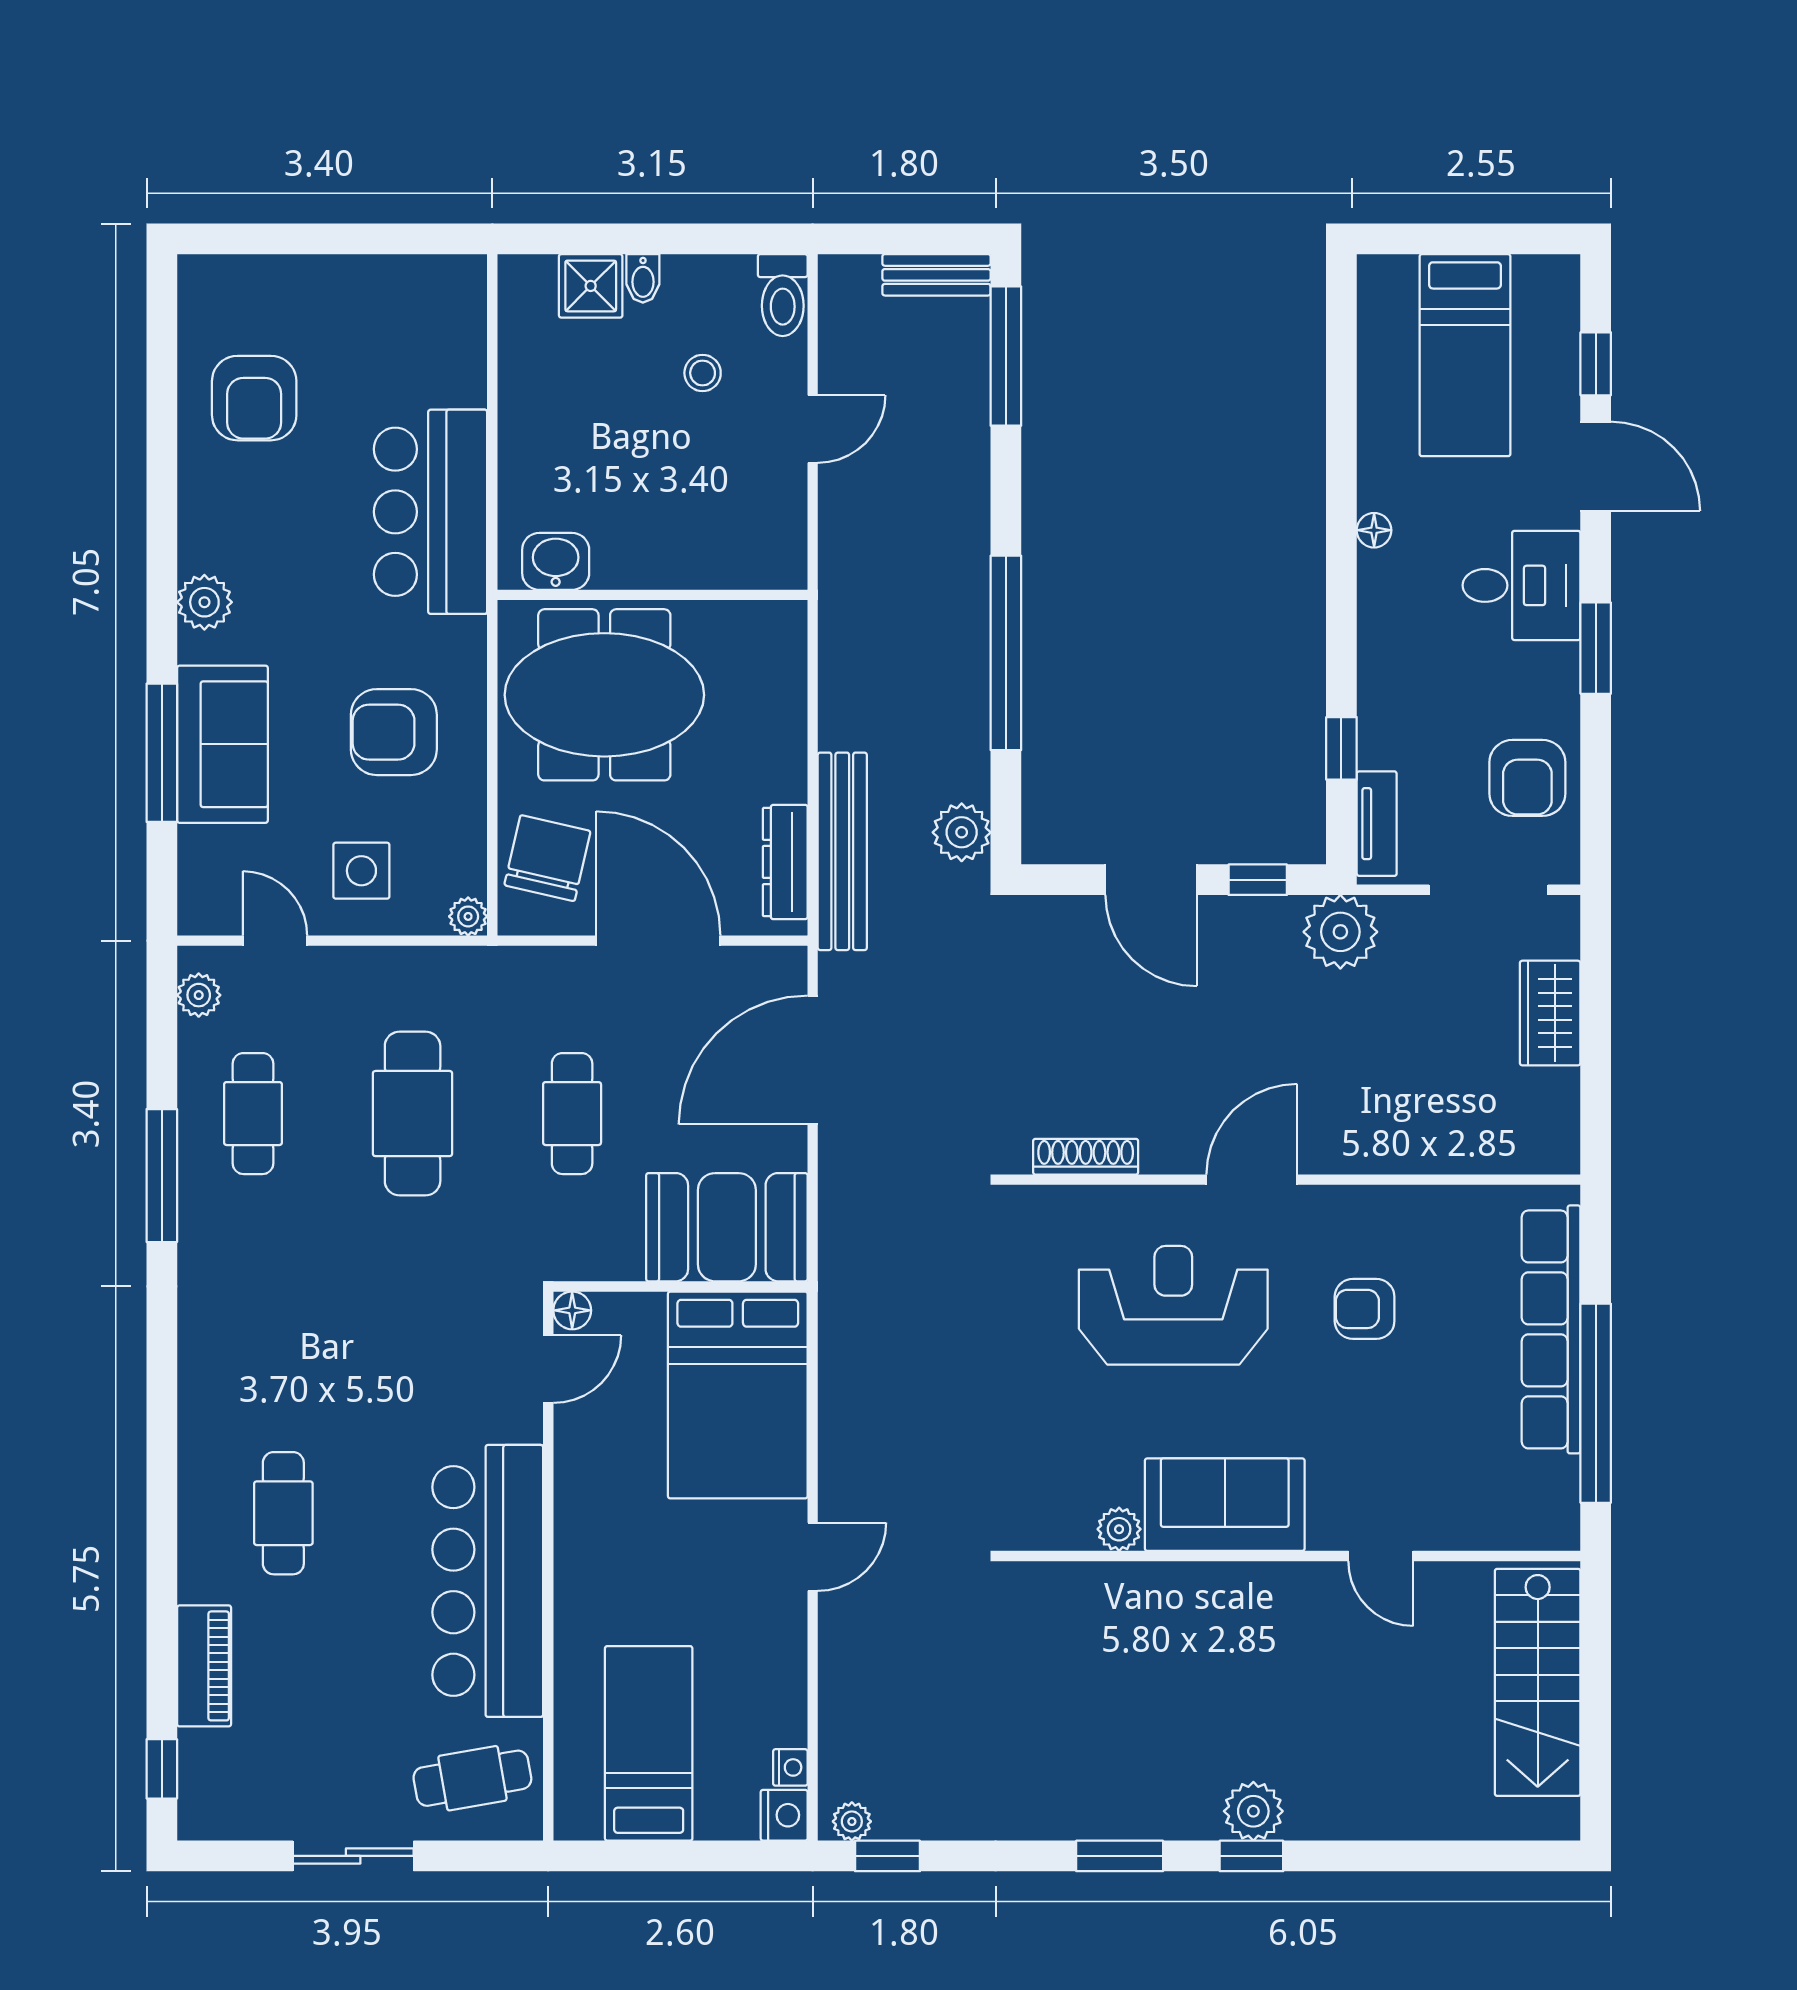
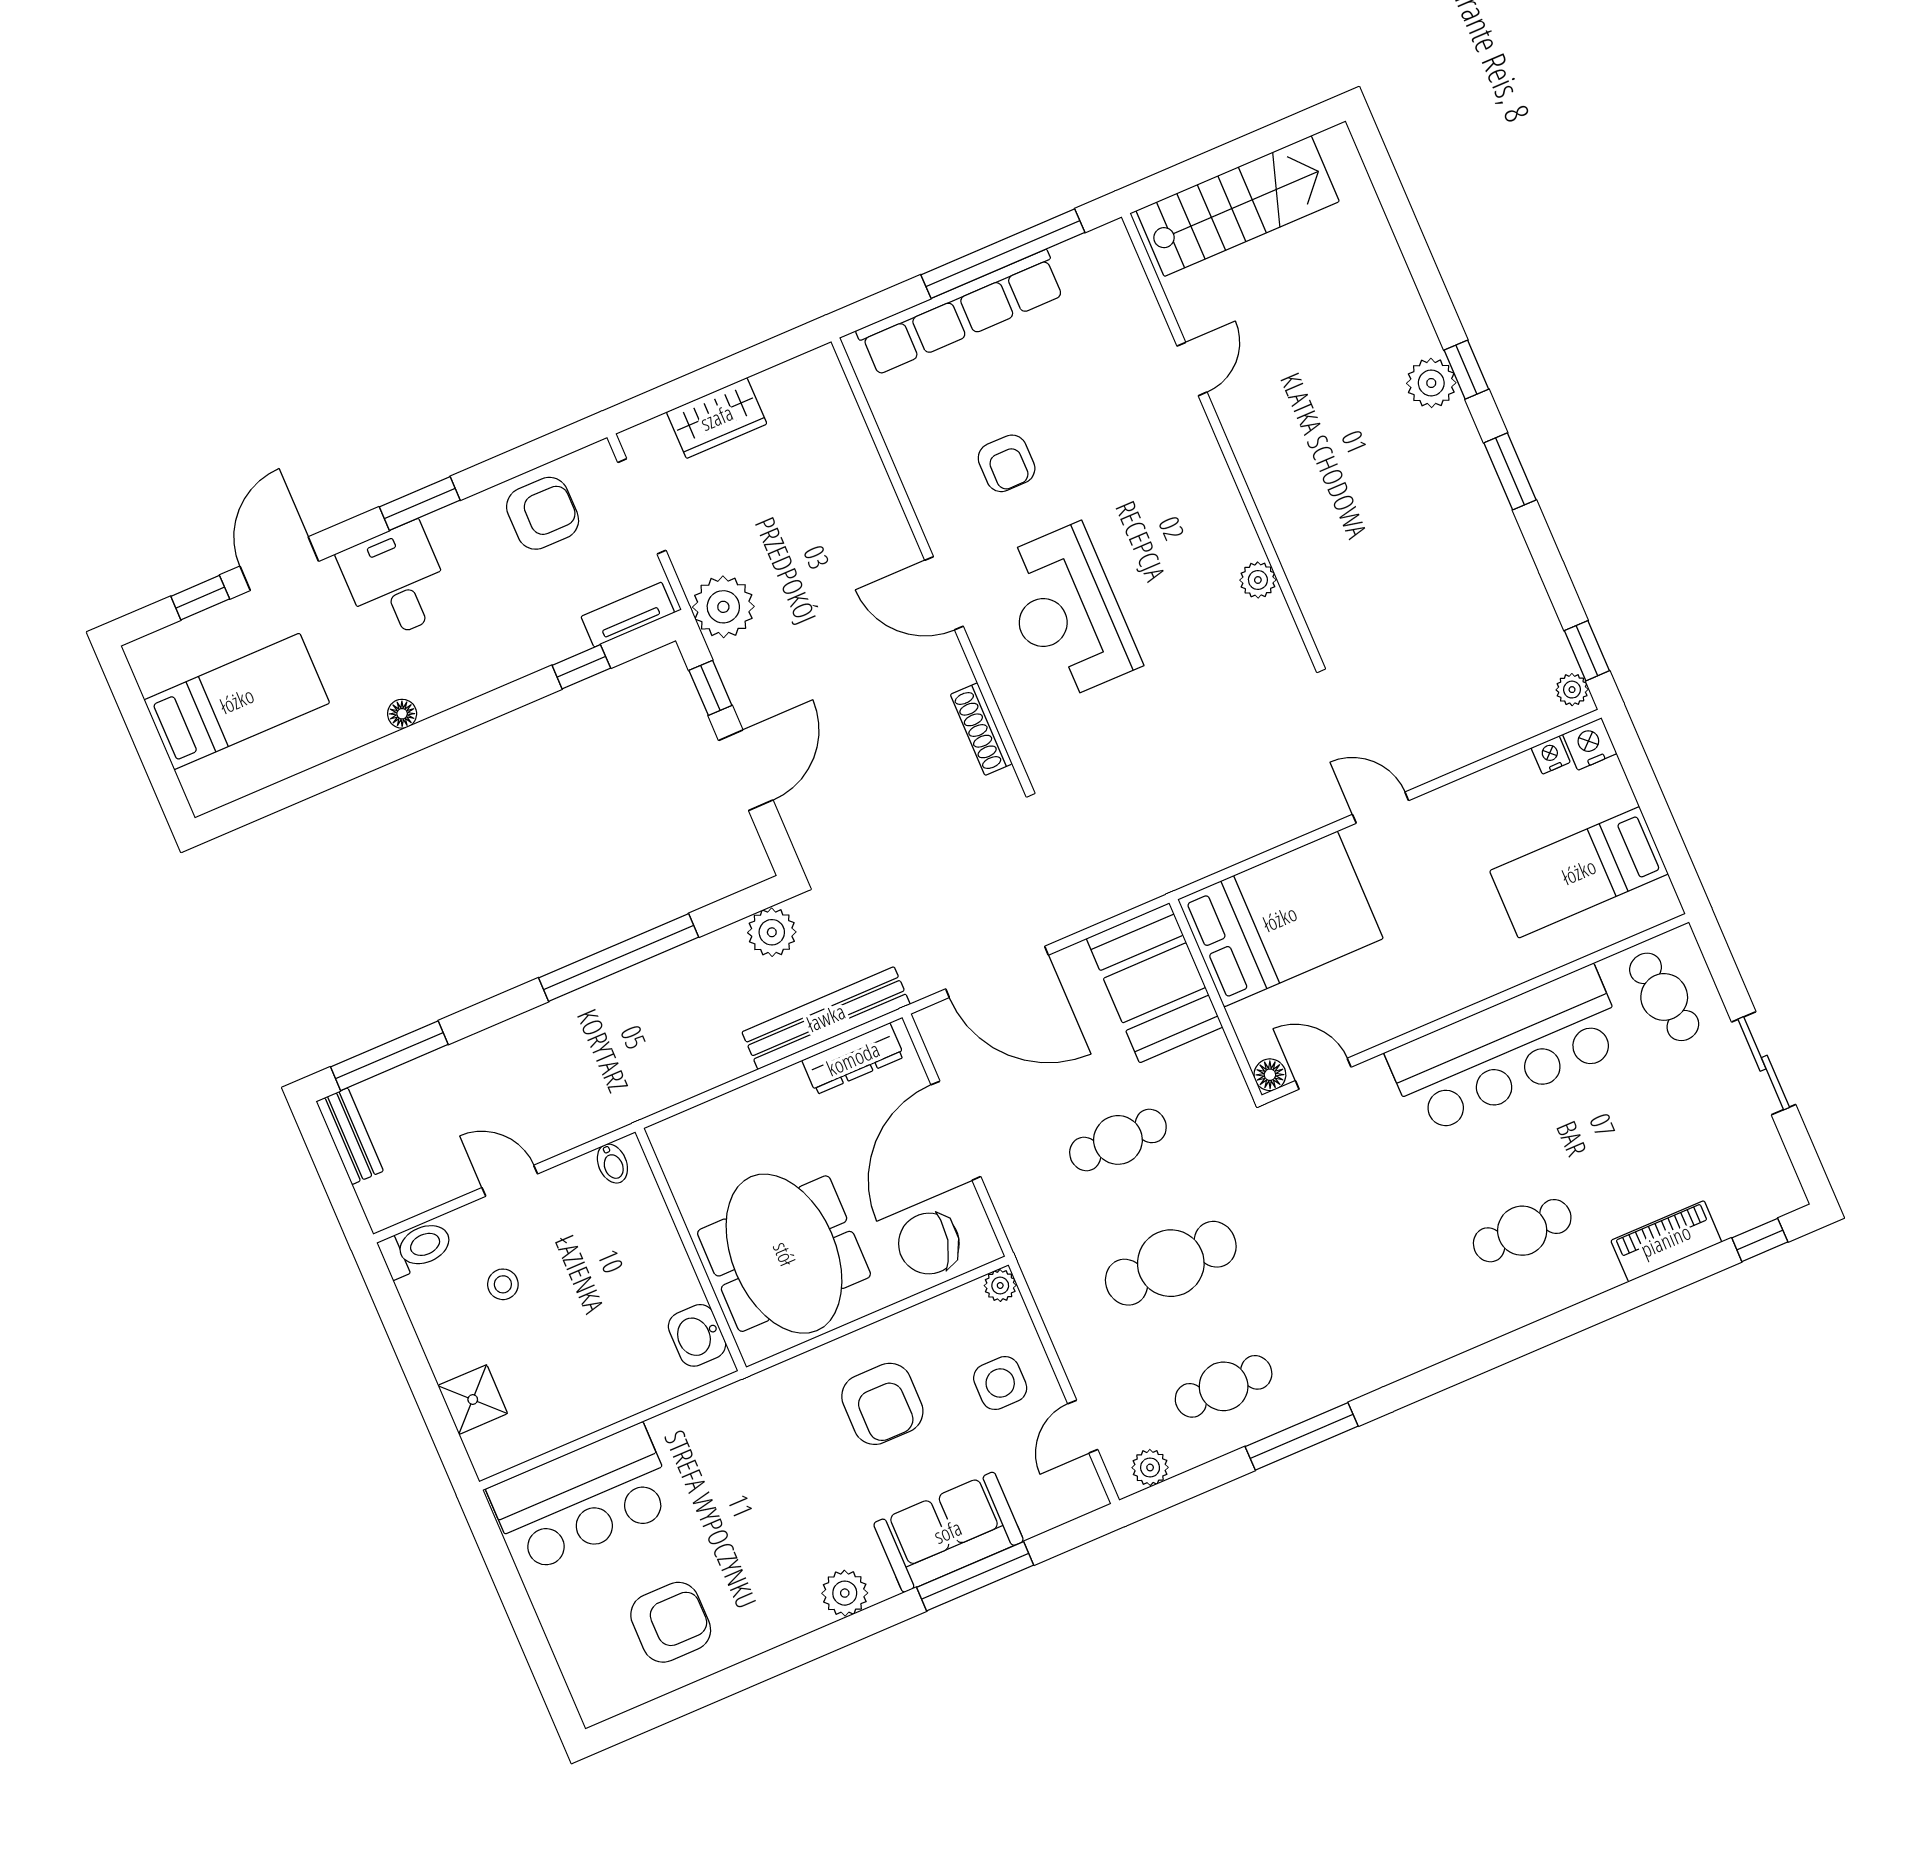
bidet: (643, 278) -> (612, 1164), moved, turned 90
bar counter: (430, 512) -> (583, 1499), moved
sofa: (1225, 1505) -> (1204, 507), removed

